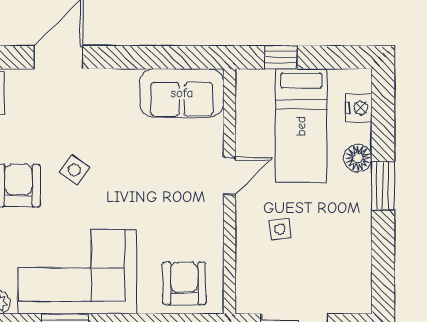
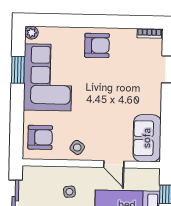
side table: (74, 170) -> (77, 147), moved
door: (229, 176) -> (114, 164), moved

